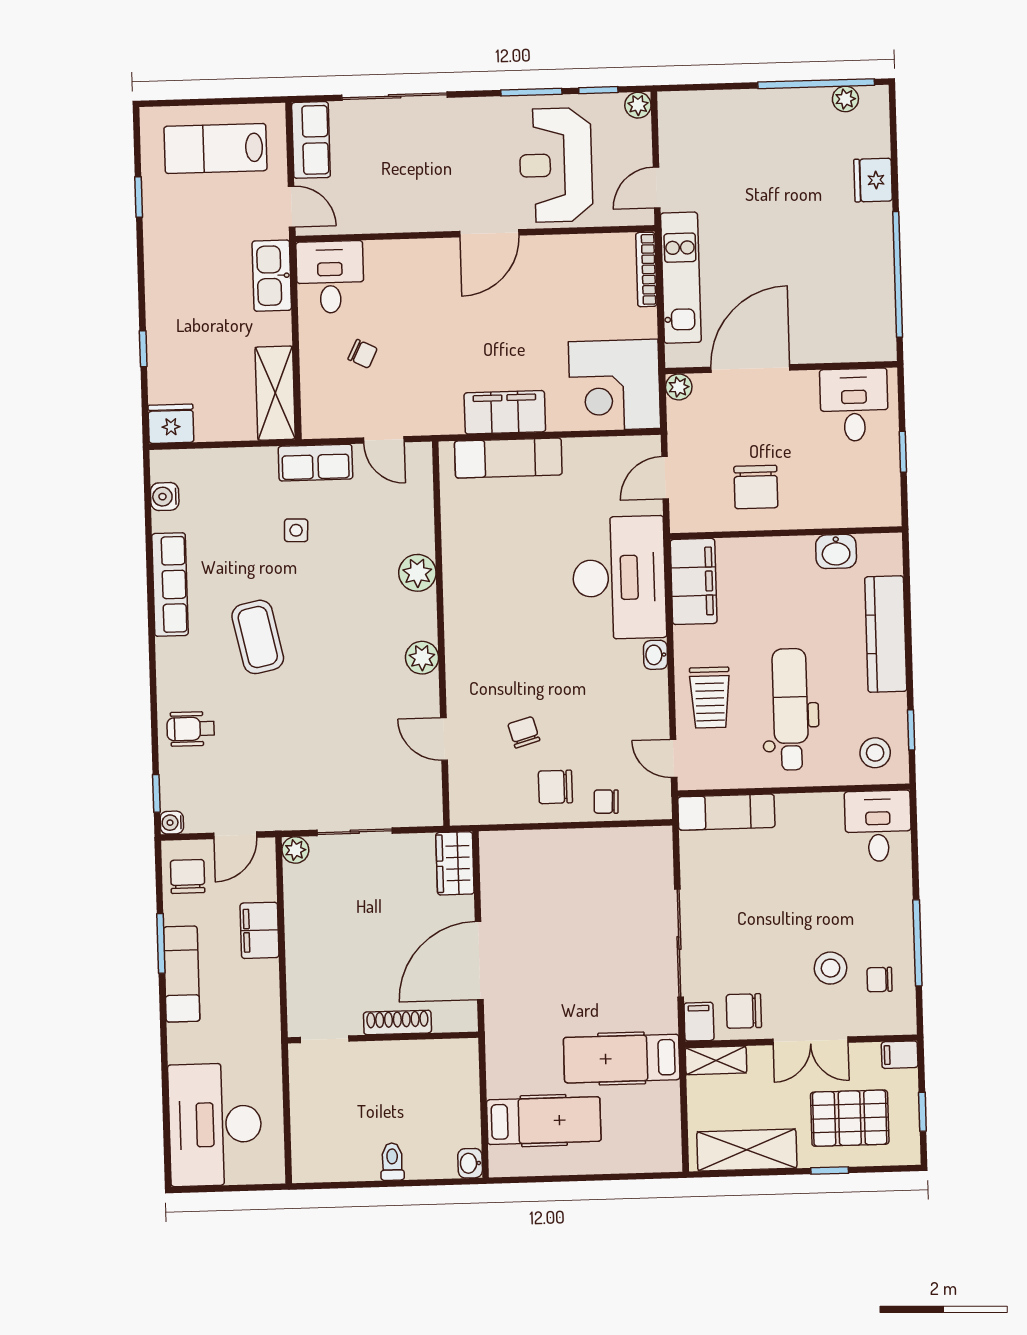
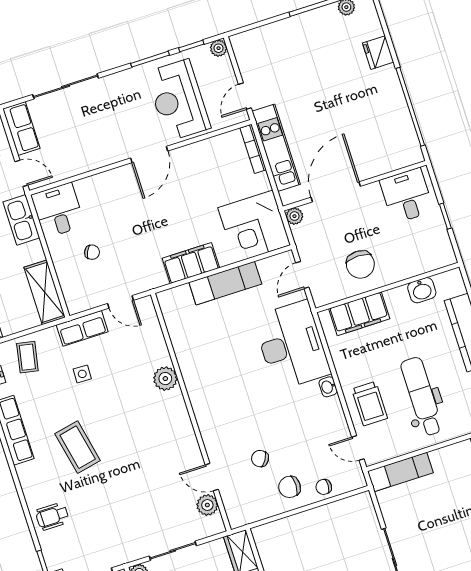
exam couch: (508, 458) -> (225, 283), moved
coffee table: (222, 482) -> (27, 357), added
filing cabinet: (694, 581) -> (359, 314), moved, turned 90
plant: (422, 658) -> (207, 505), moved
chair: (524, 732) -> (260, 459), turned -42

